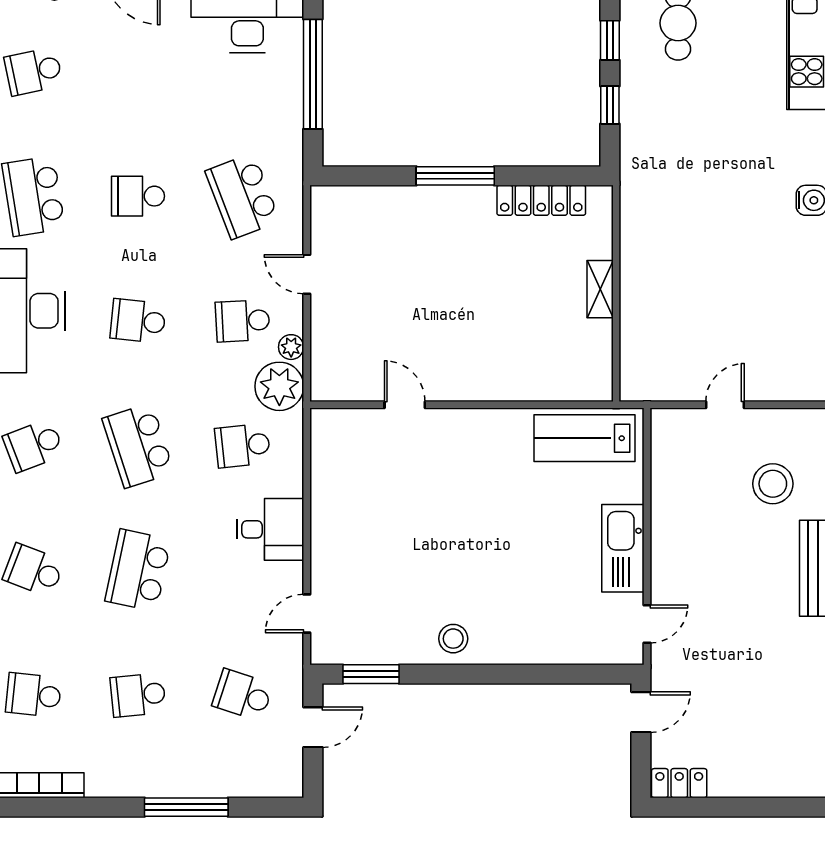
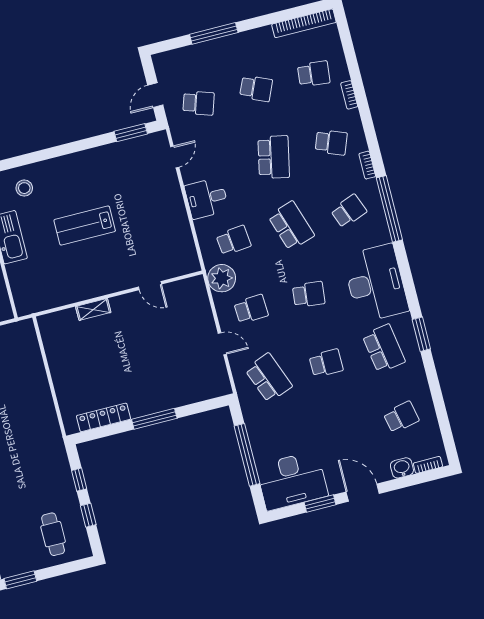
shelving: (600, 289) -> (93, 309), moved, turned 90
plant: (291, 347) -> (221, 301), removed
lab bench: (584, 438) -> (85, 226), moved, turned 180
stool: (453, 639) -> (24, 188), moved
school desk: (138, 695) -> (256, 88), turned 30

